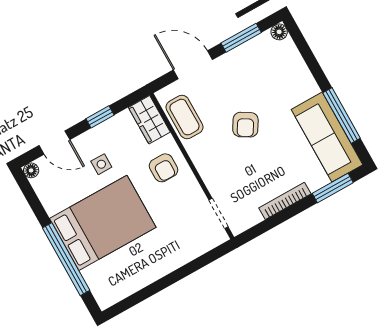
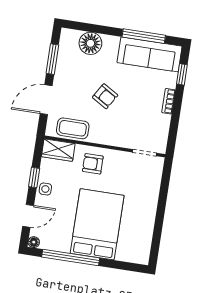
floor lamp: (279, 32) -> (90, 43), moved, width x1.89, depth x1.89
side table: (101, 164) -> (45, 189), moved
armchair: (164, 168) -> (93, 164), turned 180
window: (333, 188) -> (182, 74), width x0.67
bookcase: (285, 201) -> (169, 101), width x0.64
window: (66, 259) -> (71, 258), moved

